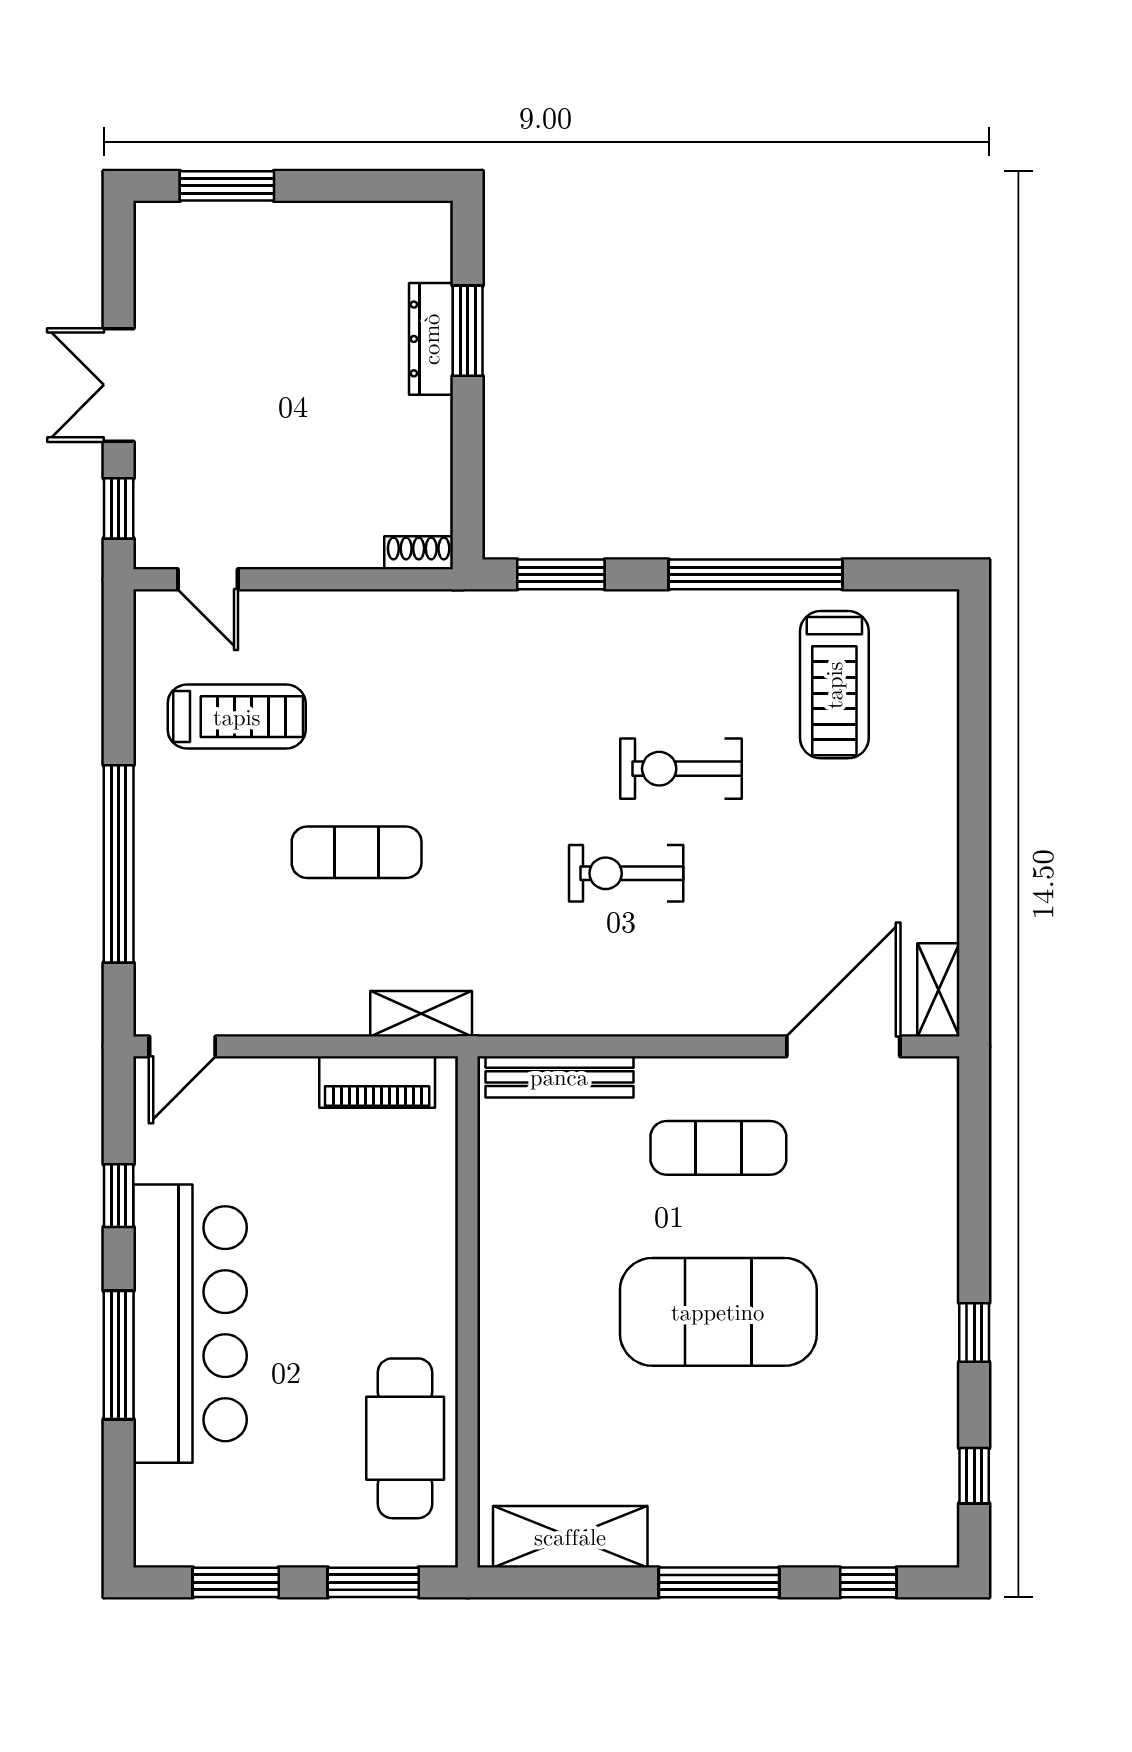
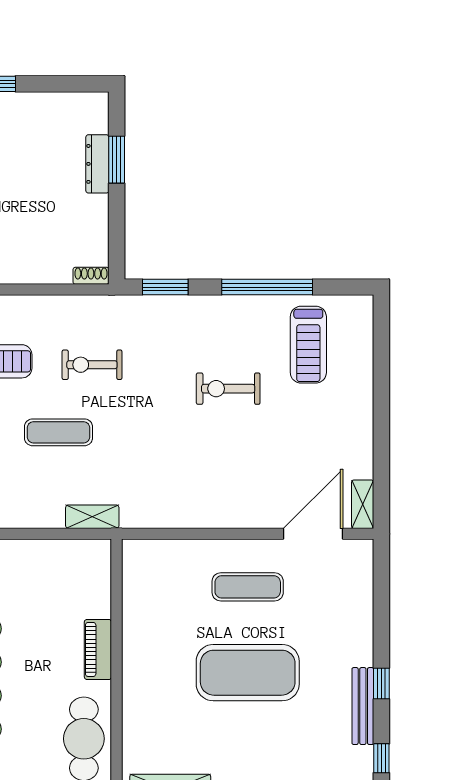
exercise bike: (626, 873) -> (92, 365), moved
bench: (559, 1077) -> (363, 706), moved, turned 90
piano: (377, 1082) -> (98, 649), moved, turned 90

